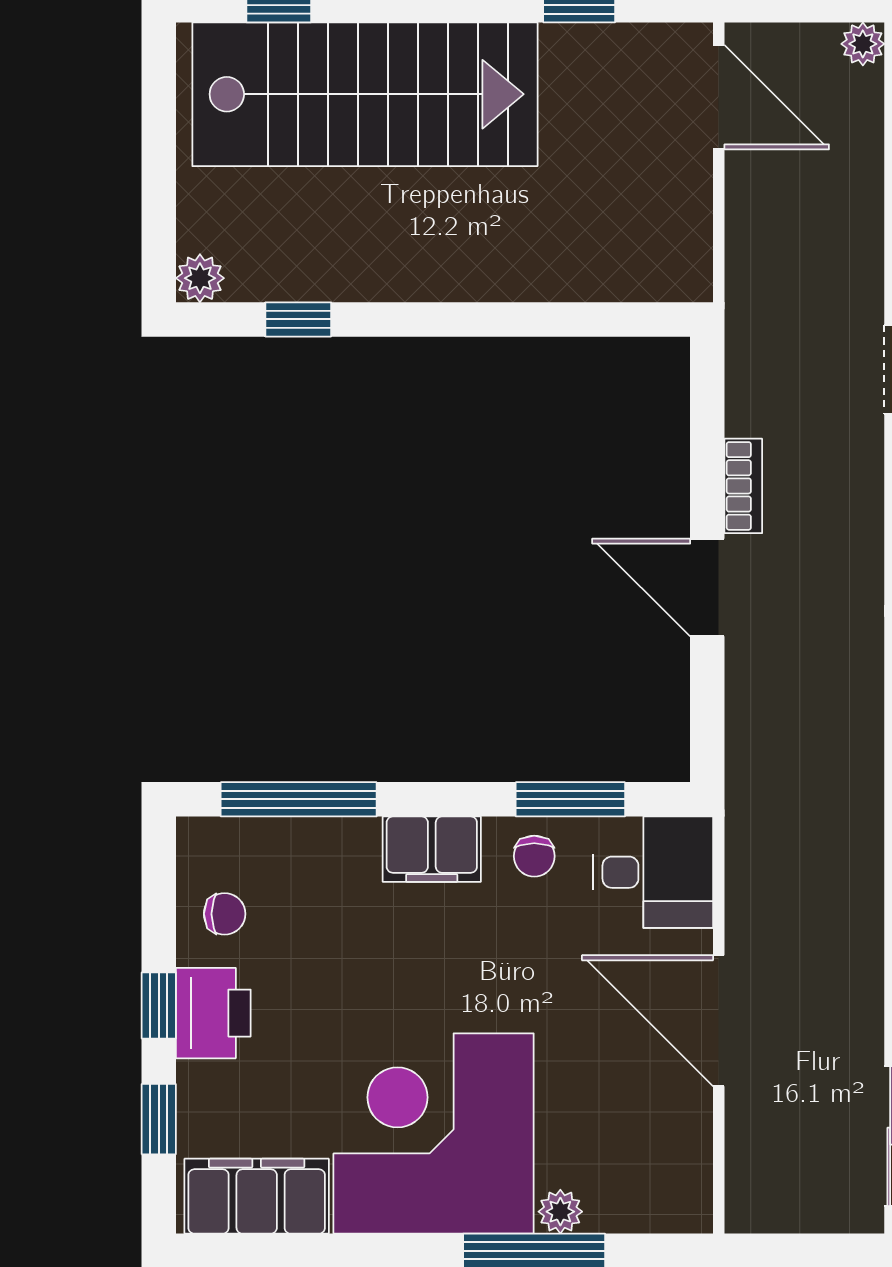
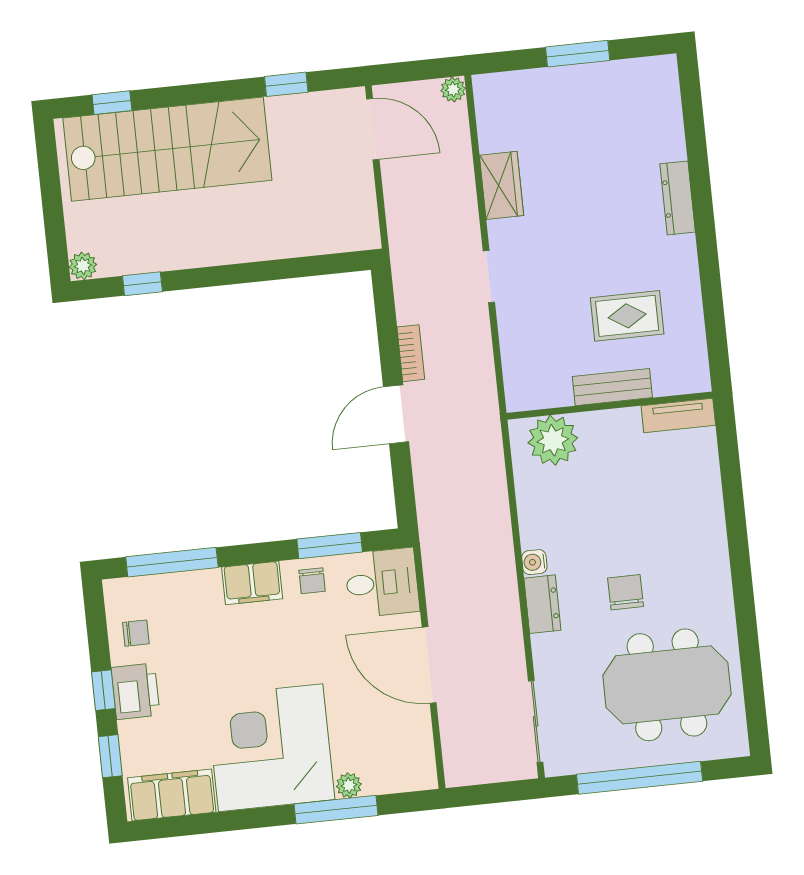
door: (707, 587) -> (396, 414), hinge flipped

